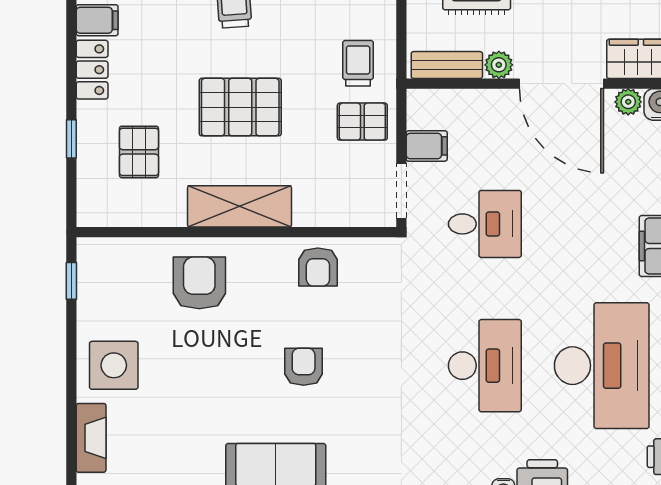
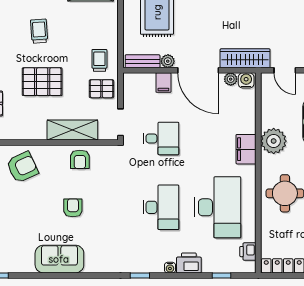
filing cabinet: (427, 146) -> (163, 83), moved, turned 90
shelving: (239, 206) -> (72, 130), moved
armchair: (199, 283) -> (22, 167), turned 65

